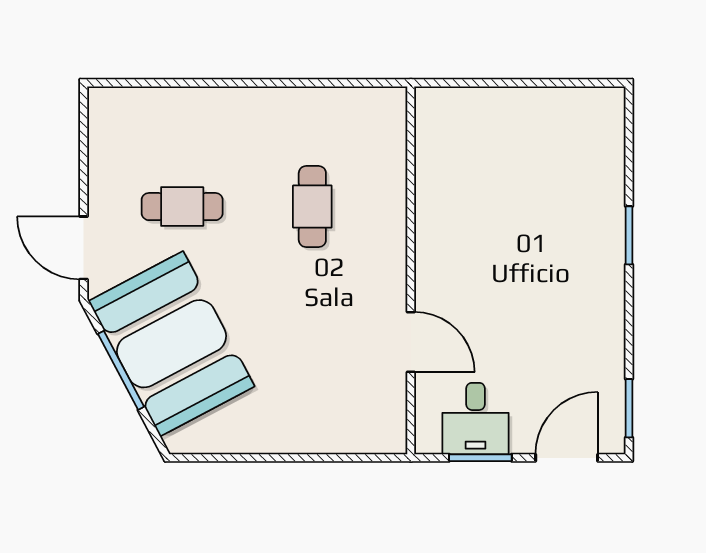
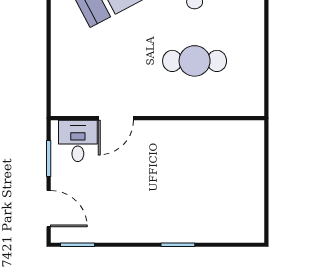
cafe table: (312, 207) -> (195, 61), width x1.37, depth x1.35
desk: (476, 419) -> (78, 141), moved, turned 90

